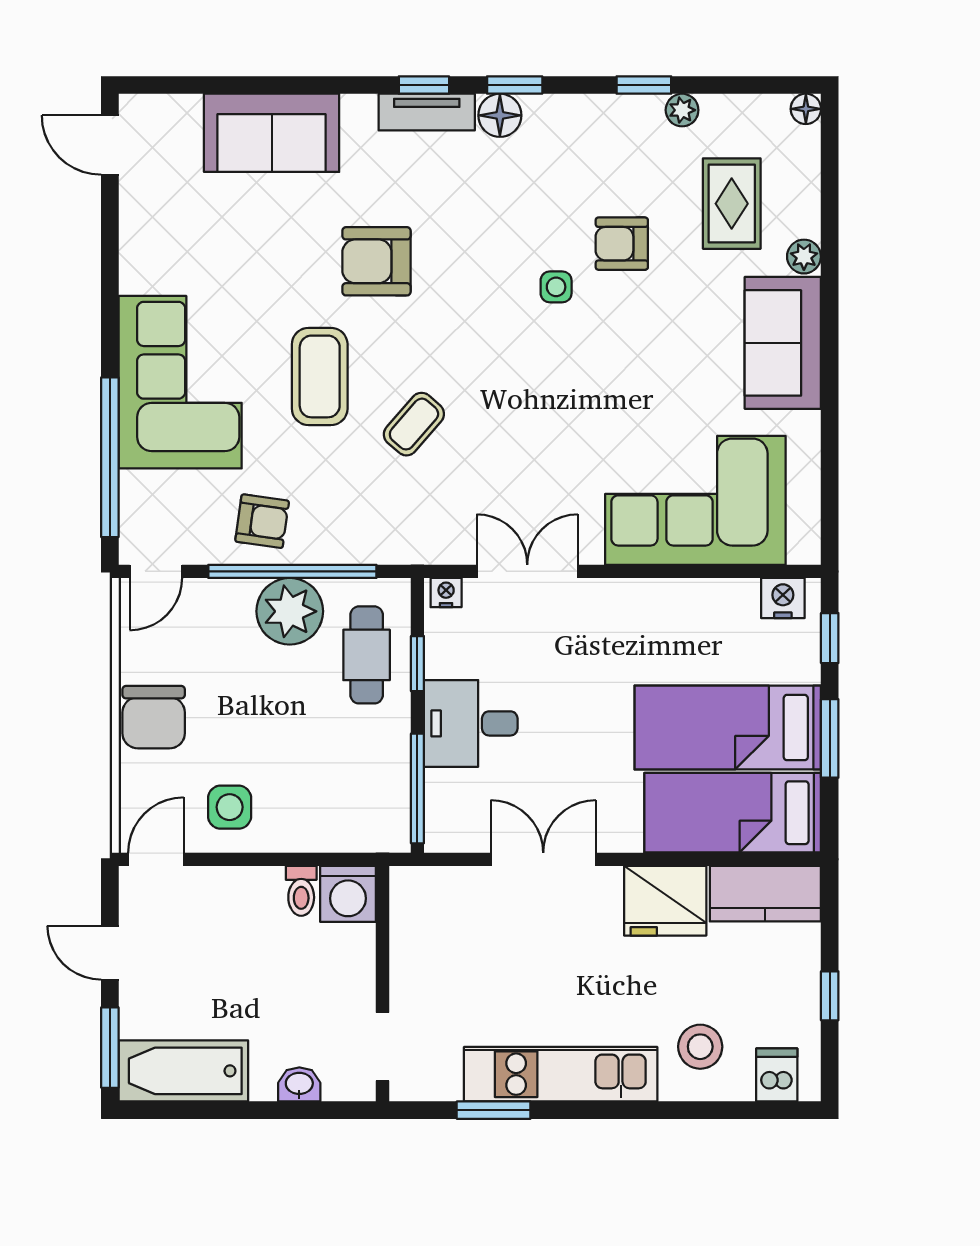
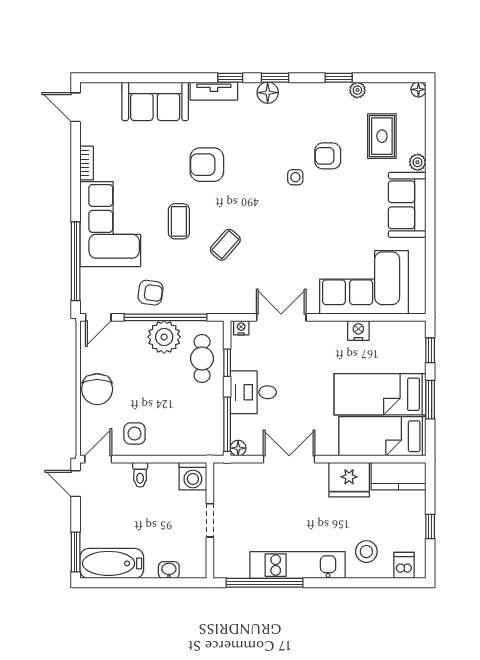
tv unit: (427, 112) -> (214, 91), moved
bookcase: (132, 258) -> (87, 163), added
coffee table: (320, 376) -> (179, 221), width x0.73, depth x0.77
nightstand: (783, 598) -> (358, 330), moved
floor lamp: (440, 837) -> (238, 448), added
toilet: (301, 891) -> (140, 475), moved
door: (110, 953) -> (76, 484), moved
doorway: (383, 1047) -> (210, 520), moved
window: (494, 1110) -> (265, 583), width x2.11

